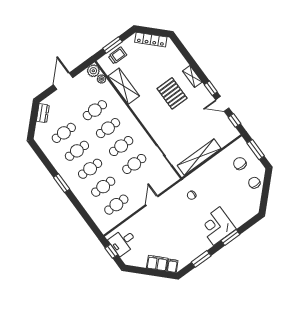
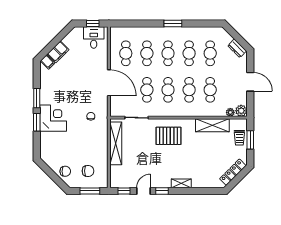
pallet: (172, 93) -> (168, 136), moved
door: (152, 201) -> (109, 83), width x1.87
window: (201, 259) -> (37, 98), moved

